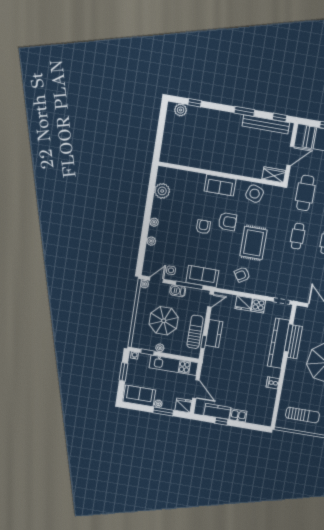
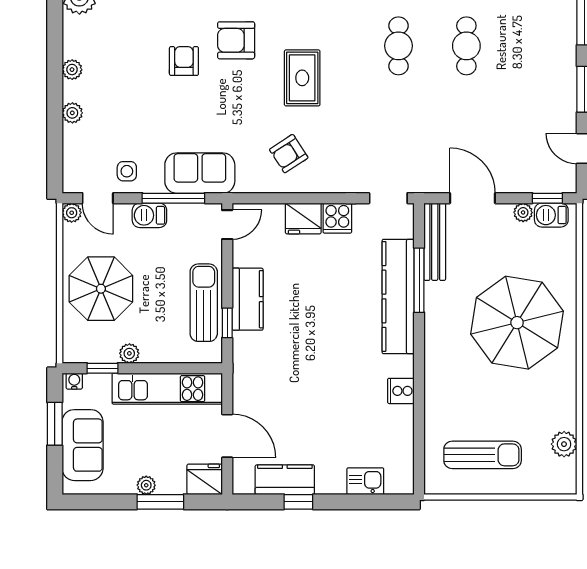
armchair: (228, 222) -> (236, 40), turned 180
rug: (253, 243) -> (302, 78), width x0.73, depth x0.70
door: (157, 280) -> (98, 198), swing flipped
parasol: (164, 321) -> (101, 289), moved
bench: (295, 342) -> (435, 242), moved
sofa: (139, 396) -> (83, 445), moved, turned 90
kitchen sink: (238, 415) -> (365, 481), moved

